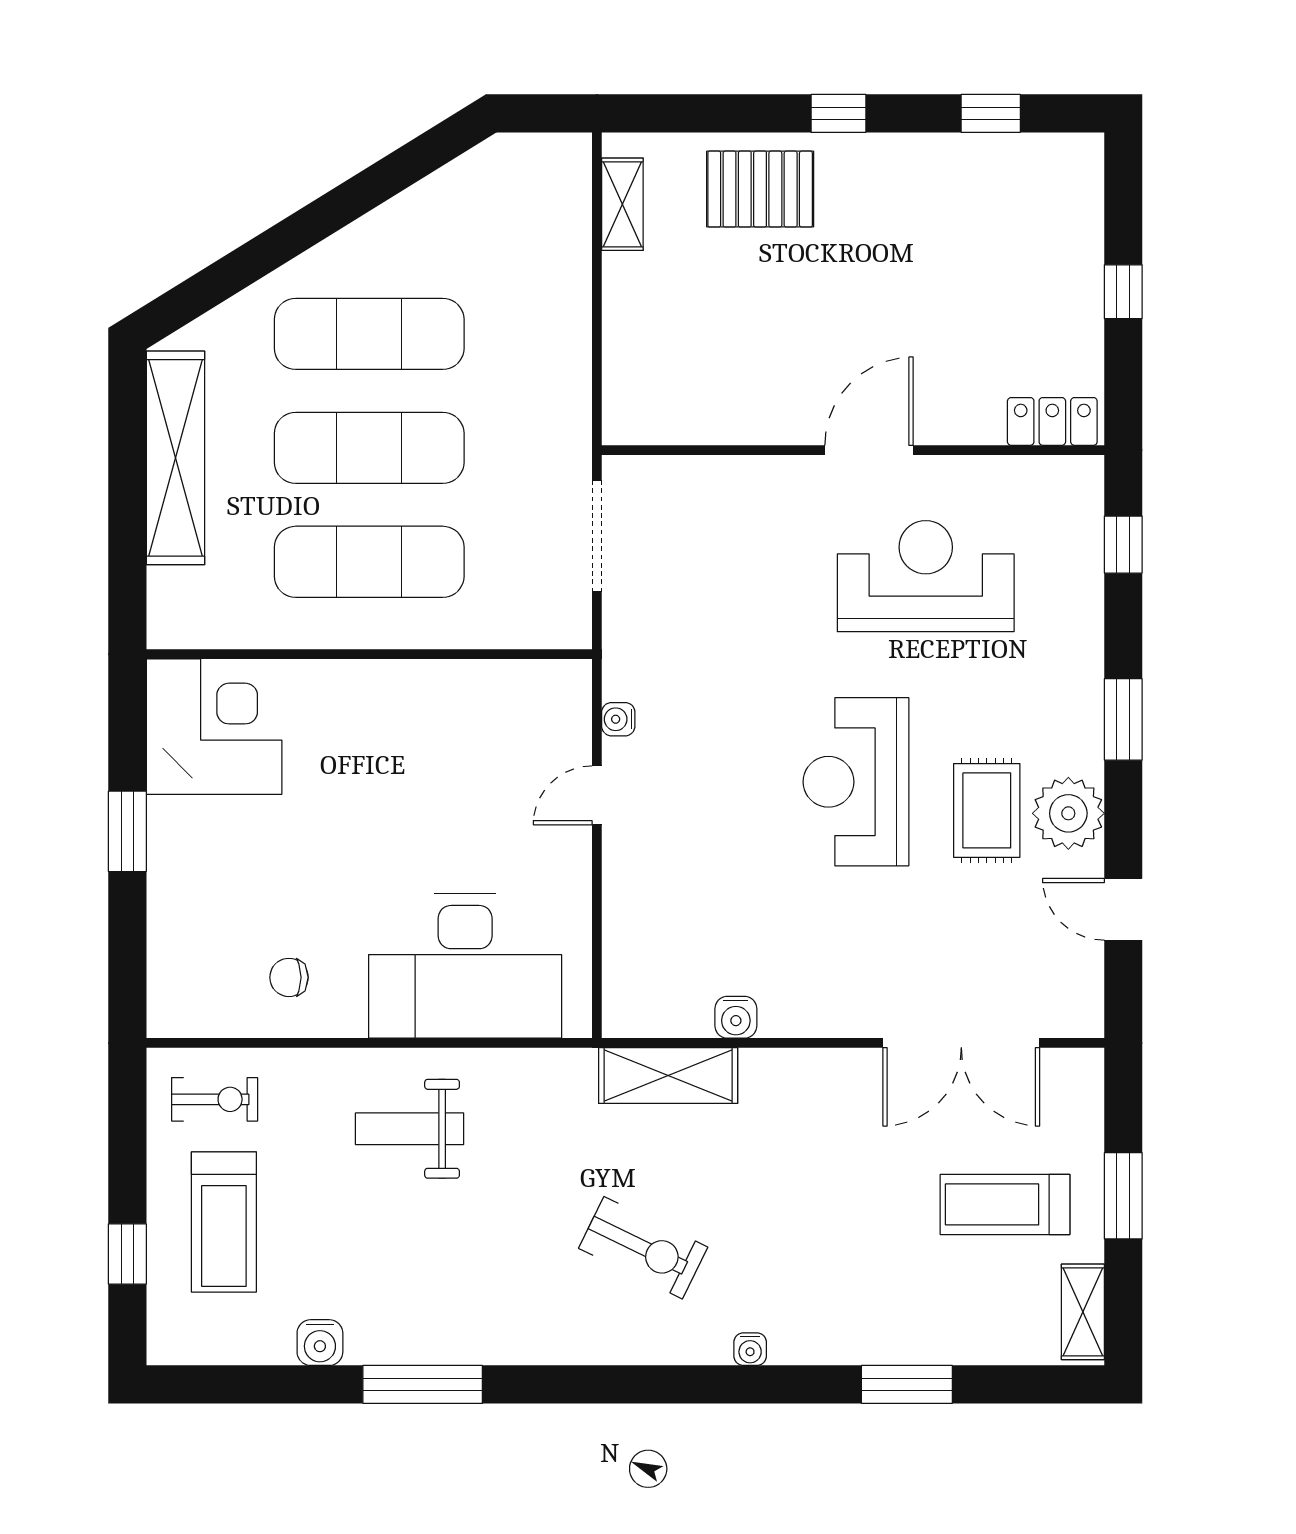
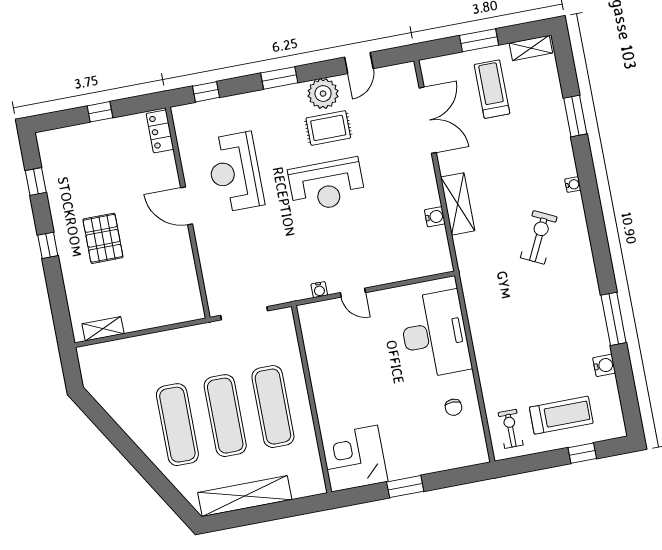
pallet: (760, 189) -> (103, 238), moved
shelving: (668, 1076) -> (458, 204), moved
weight bench: (410, 1129) -> (507, 345), removed
treadmill: (1005, 1204) -> (492, 89), turned 180

